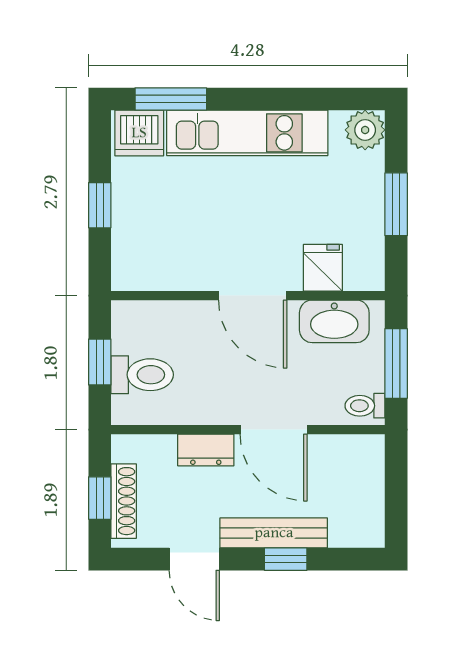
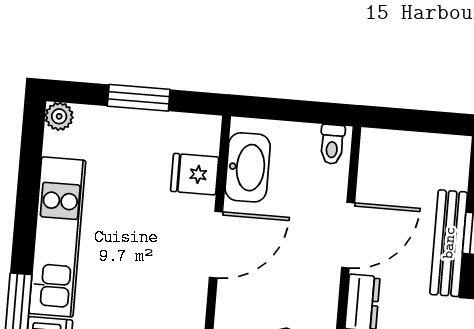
plant: (365, 130) -> (59, 116), width x0.73, depth x0.73
window: (396, 363) -> (294, 111), removed

